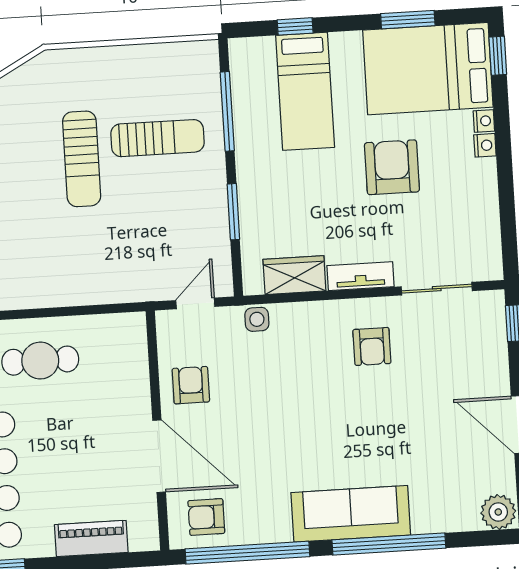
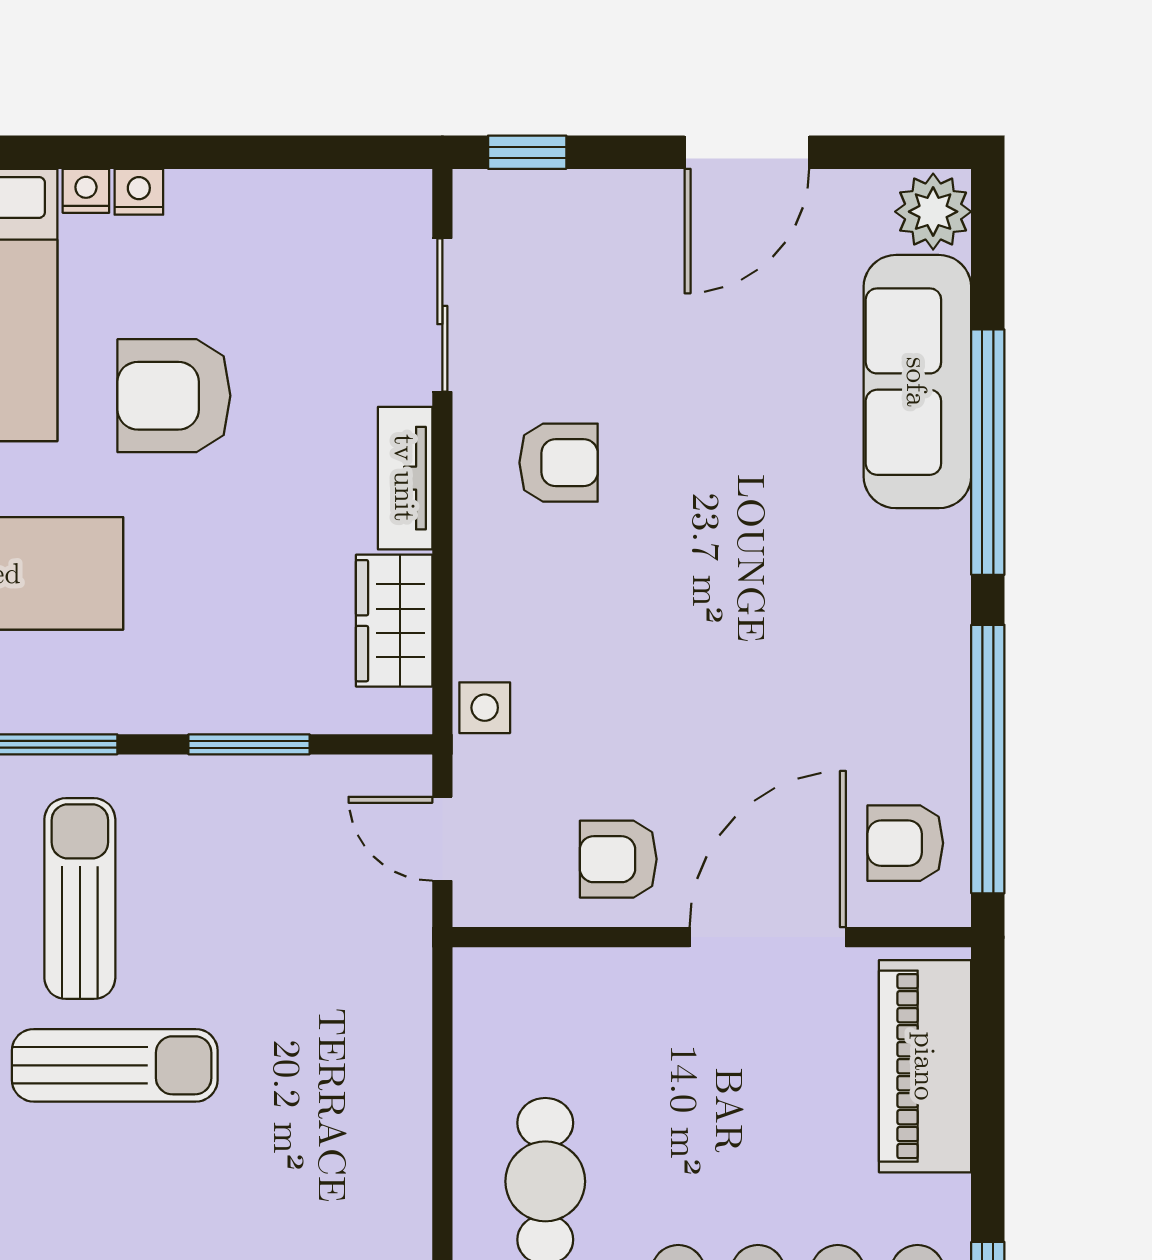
sofa: (351, 514) -> (917, 382), moved
armchair: (206, 517) -> (905, 843), turned 90
piano: (91, 538) -> (925, 1066), width x1.37, depth x1.33

